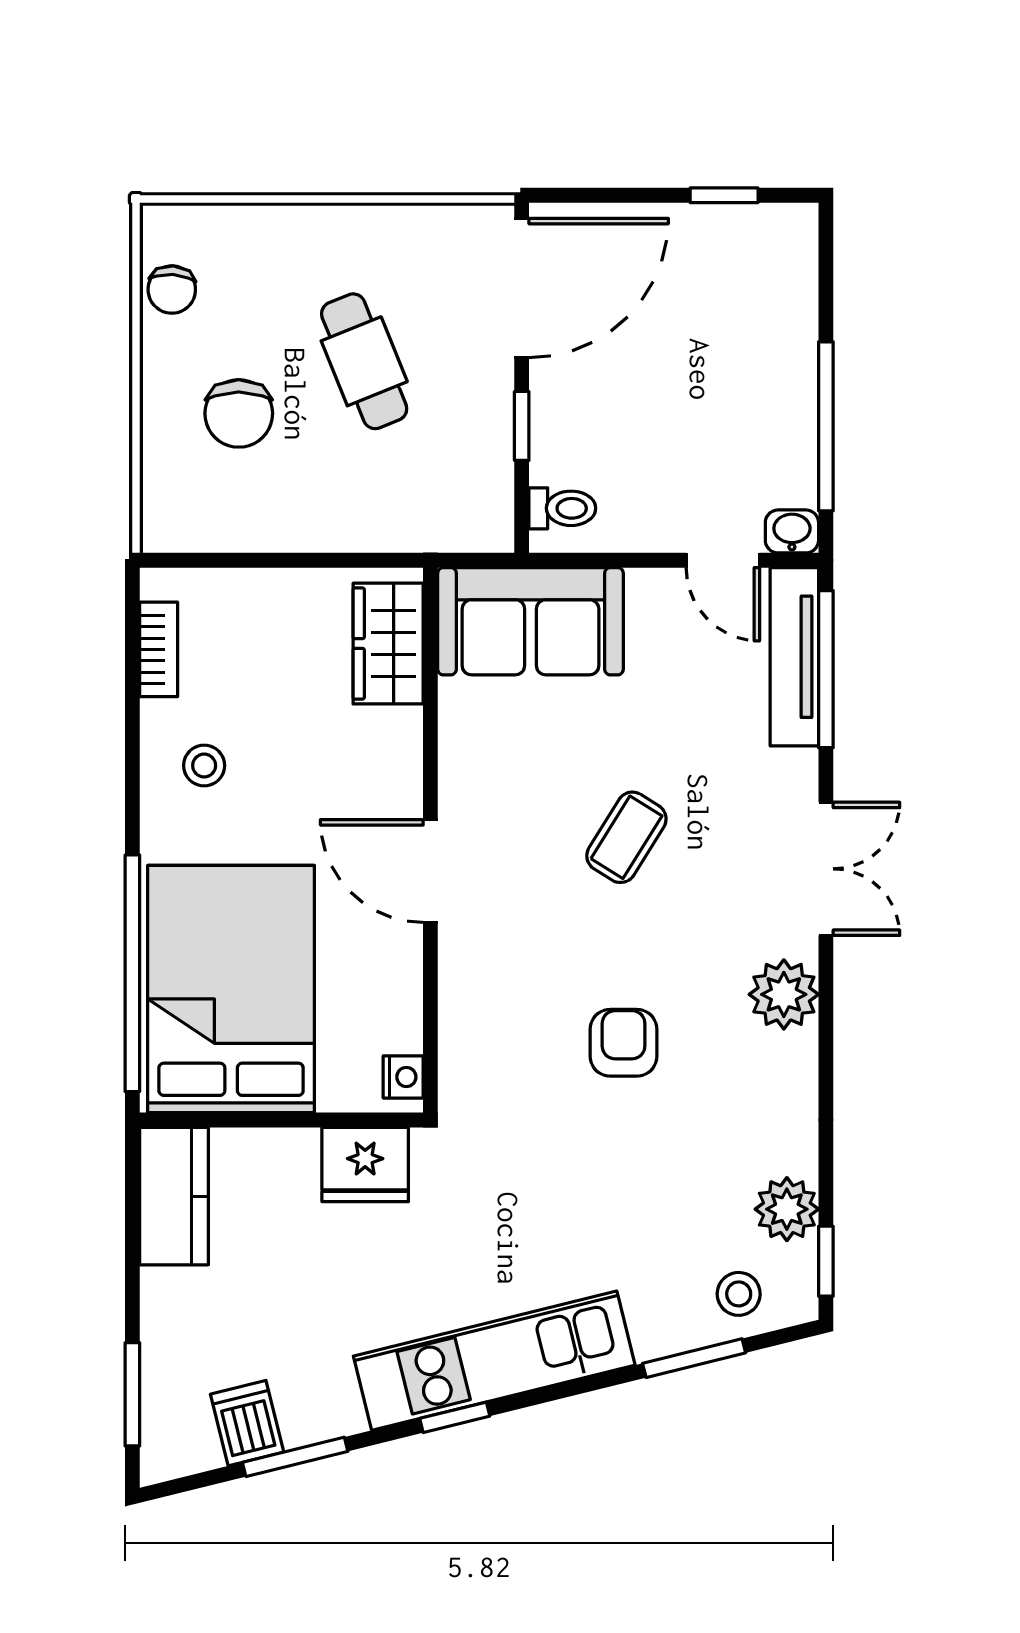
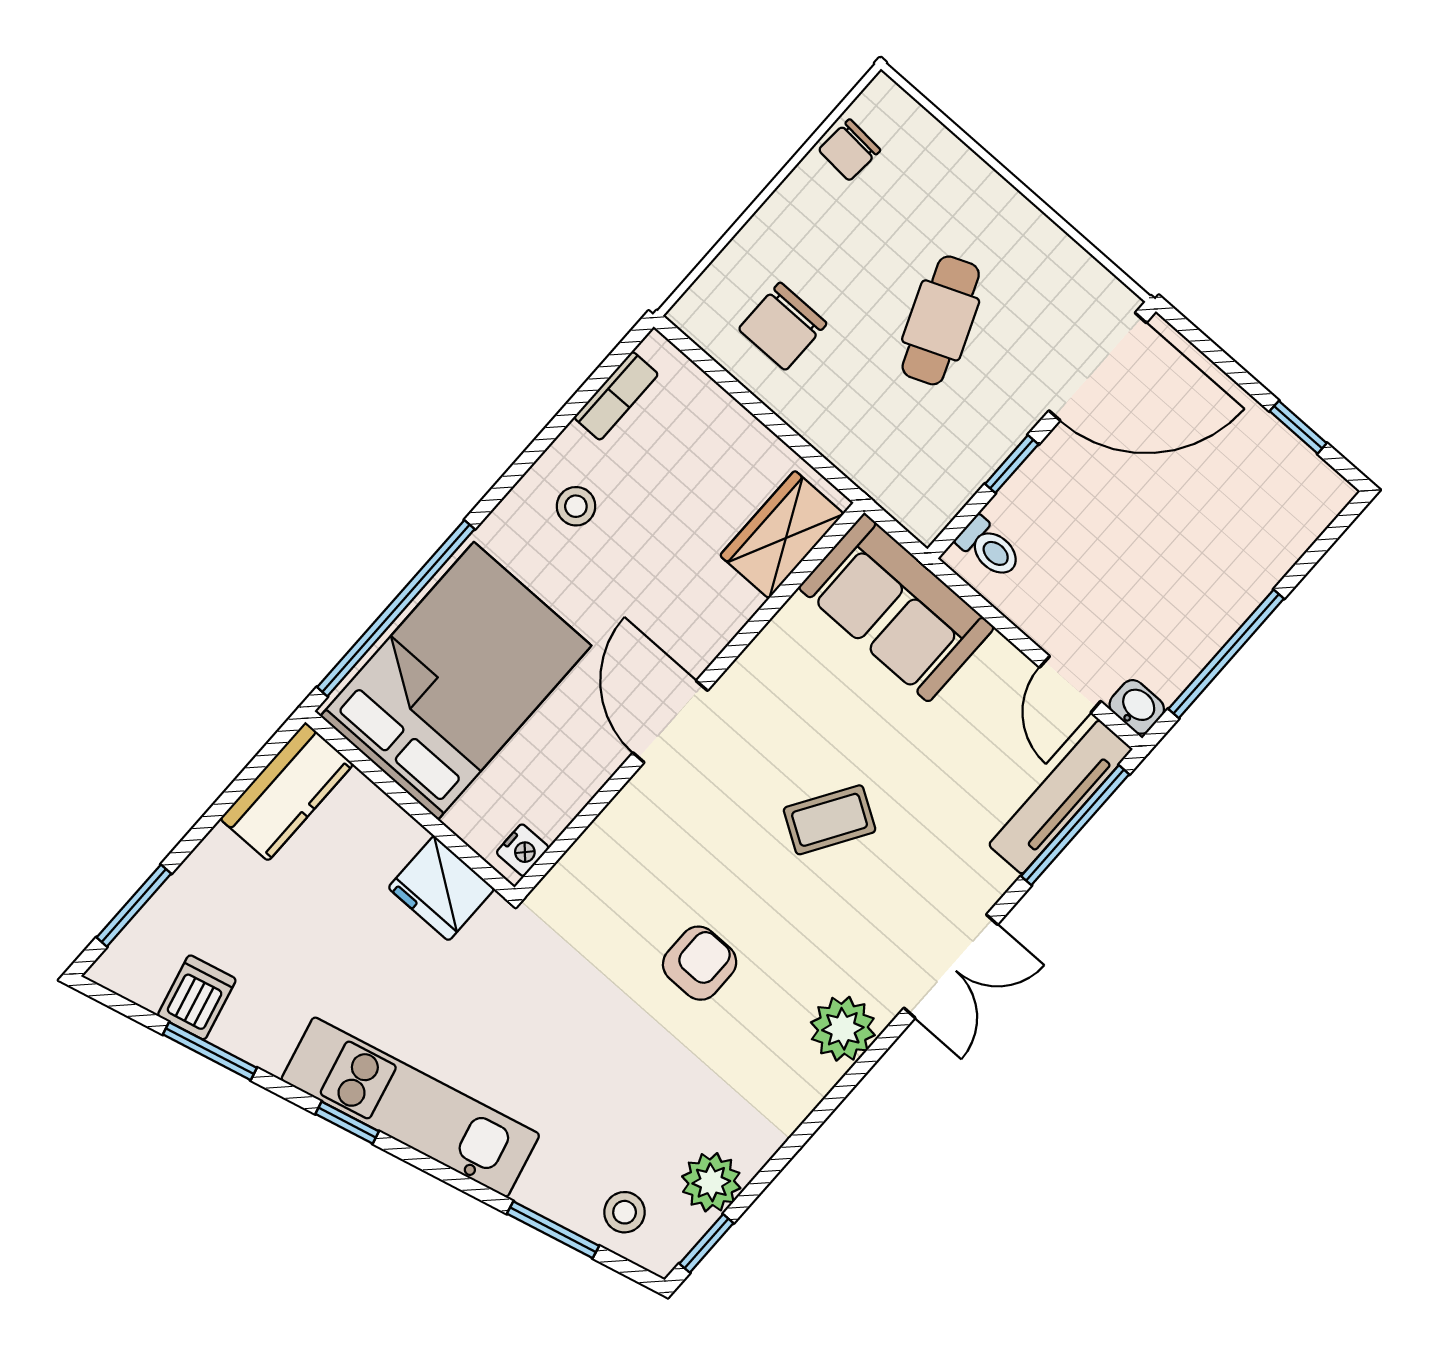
chair: (239, 413) -> (783, 326), moved

